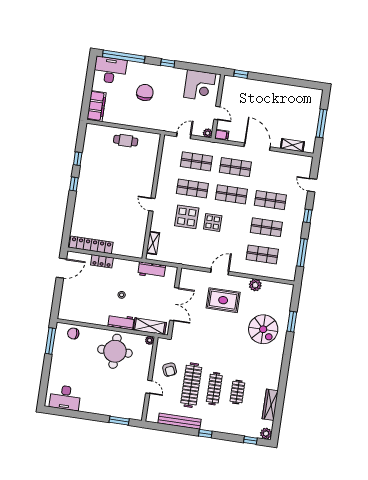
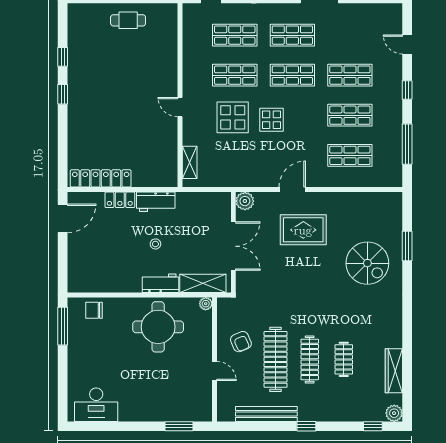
workbench: (152, 270) -> (156, 202), moved
plant: (255, 285) -> (245, 201), moved

